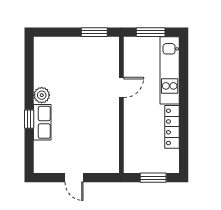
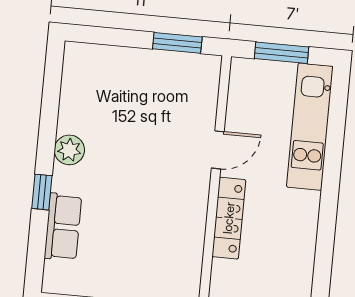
row of seats: (42, 122) -> (63, 227), moved
locker: (172, 127) -> (229, 218), moved, turned 180

